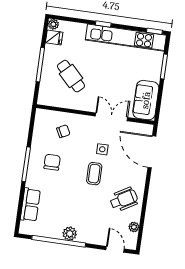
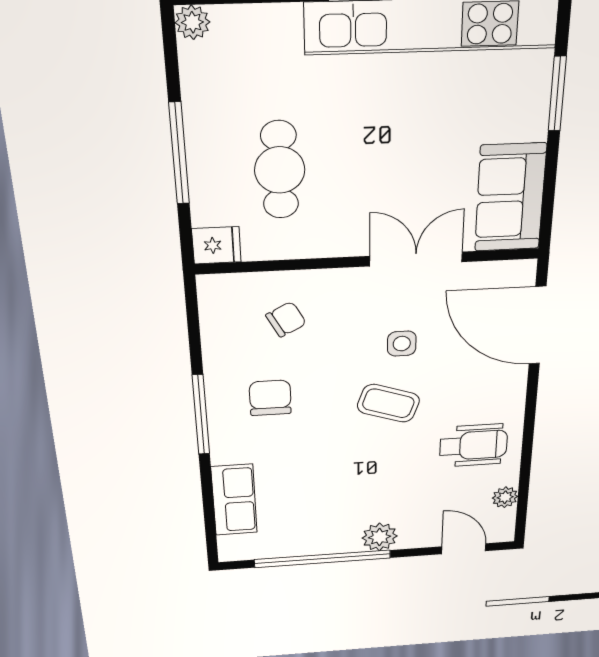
fridge: (54, 37) -> (216, 245), moved
cafe table: (71, 76) -> (280, 170), turned 44
coffee table: (94, 174) -> (388, 403), turned -71
wheelchair: (124, 199) -> (474, 445), turned 30
plant: (70, 234) -> (380, 537), moved

